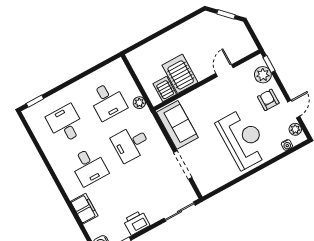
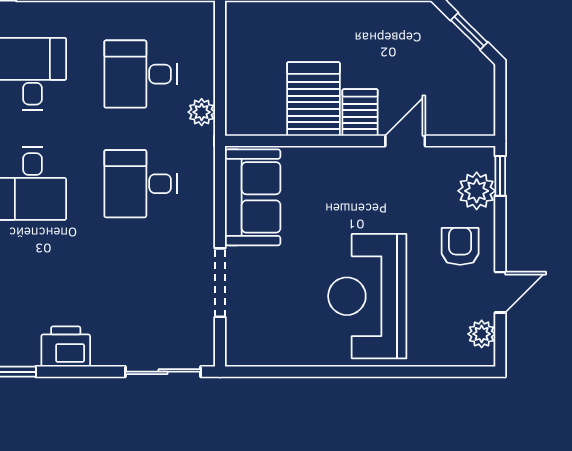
server rack: (165, 89) -> (360, 112), moved
desk: (108, 101) -> (141, 74), turned 90
reception desk: (243, 139) -> (367, 296), turned 180
water cooler: (287, 145) -> (448, 356), removed

